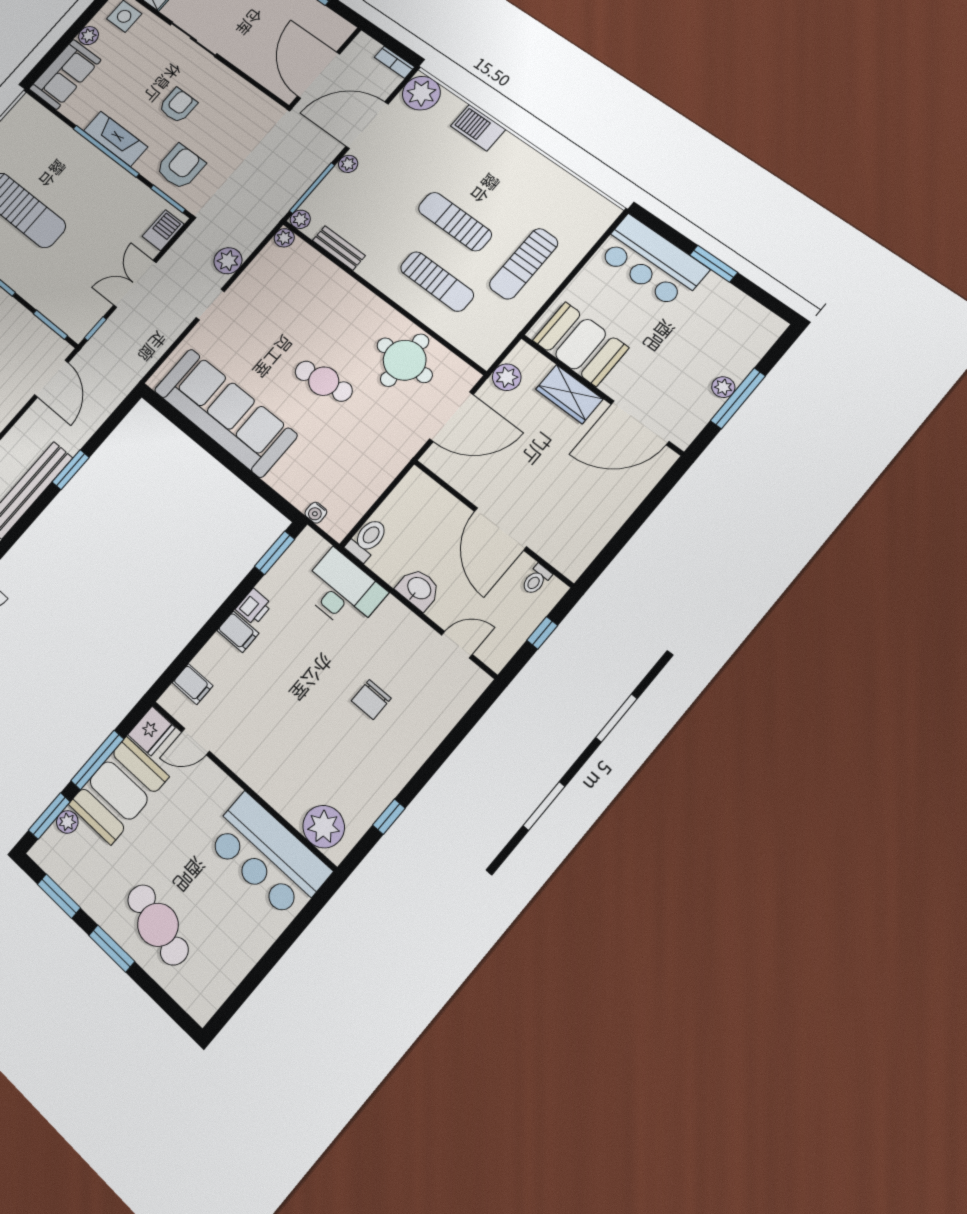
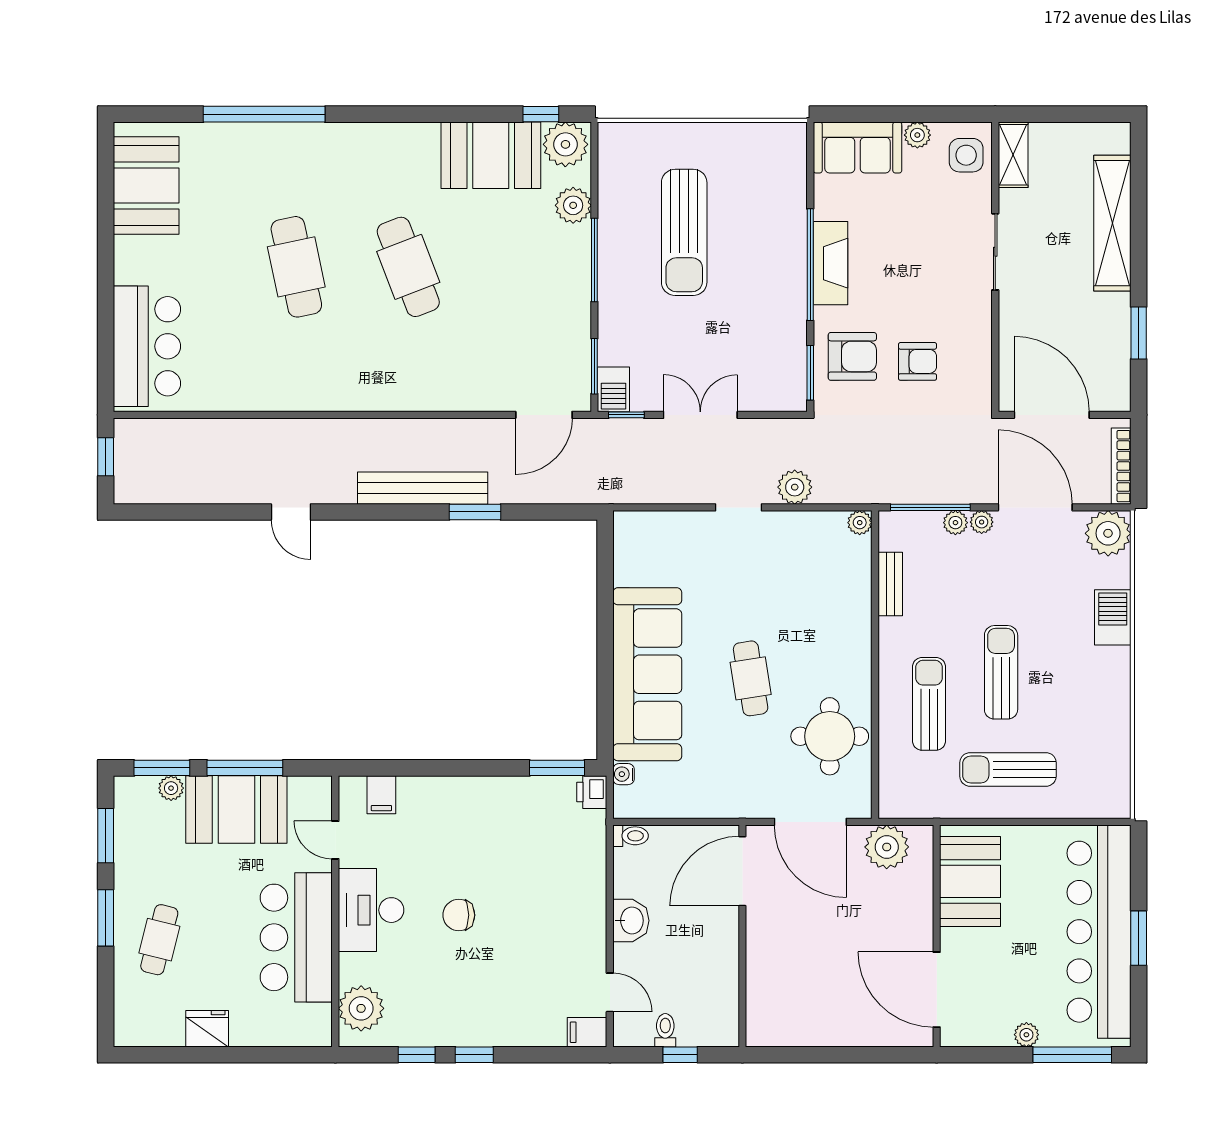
bookcase: (394, 62) -> (1121, 466), width x1.56
door: (319, 75) -> (1052, 415), hinge flipped
armchair: (178, 105) -> (918, 361), moved
plant: (300, 219) -> (955, 523), moved
barbecue: (163, 230) -> (613, 389), moved, turned 90
bar counter: (652, 261) -> (1099, 932), width x1.86
sun lounger: (437, 281) -> (929, 704), turned 180
plant: (507, 377) -> (887, 847), width x1.36, depth x1.36
wardrobe: (569, 394) -> (914, 909), removed
window: (738, 398) -> (1072, 1055), moved
sofa: (225, 413) -> (647, 674), moved
door: (500, 529) -> (742, 871), moved
toilet: (367, 539) -> (631, 836), width x0.73, depth x0.72
toilet: (536, 580) -> (665, 1030), moved, turned 90
desk: (343, 591) -> (371, 910), moved, turned 180
printer: (254, 607) -> (592, 792), moved, turned 90
filing cabinet: (238, 632) -> (587, 1032), moved, turned 90
chair: (371, 699) -> (459, 915), moved
fridge: (152, 731) -> (207, 1029), moved, turned 180
window: (423, 776) -> (474, 1055), added
bar counter: (267, 856) -> (296, 937), moved
cafe table: (158, 925) -> (159, 940), width x0.73, depth x0.74

